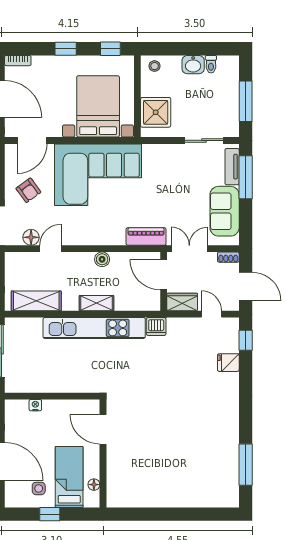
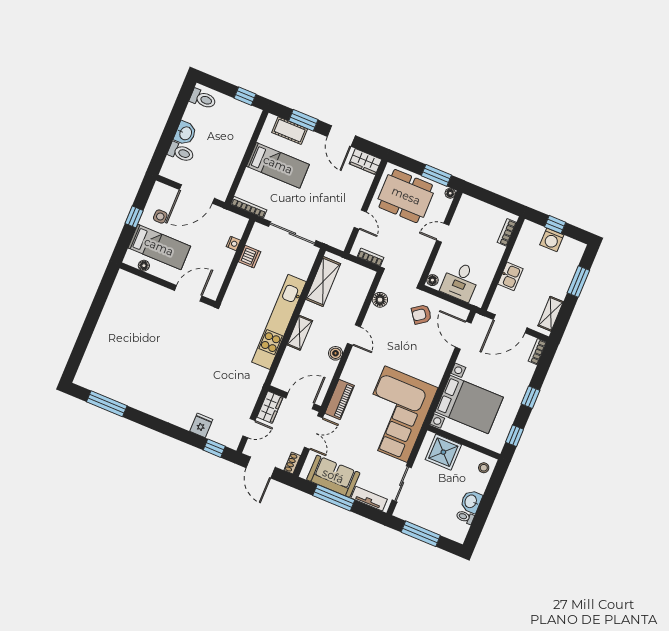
corner sofa: (98, 175) -> (396, 414), moved
window: (246, 177) -> (334, 498), moved
door: (51, 249) -> (354, 335), moved
door: (246, 286) -> (261, 467), hinge flipped
dishwasher: (156, 326) -> (250, 257), moved, turned 180

